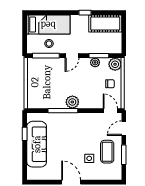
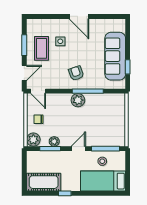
armchair: (74, 128) -> (76, 73), added

